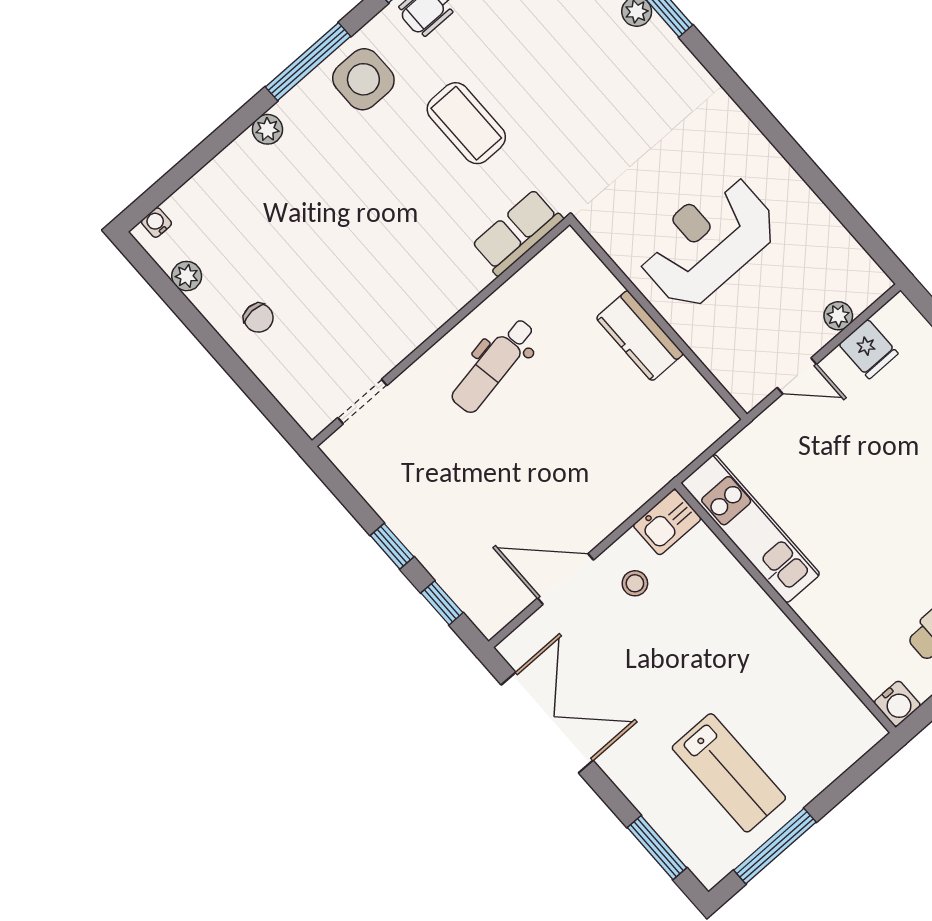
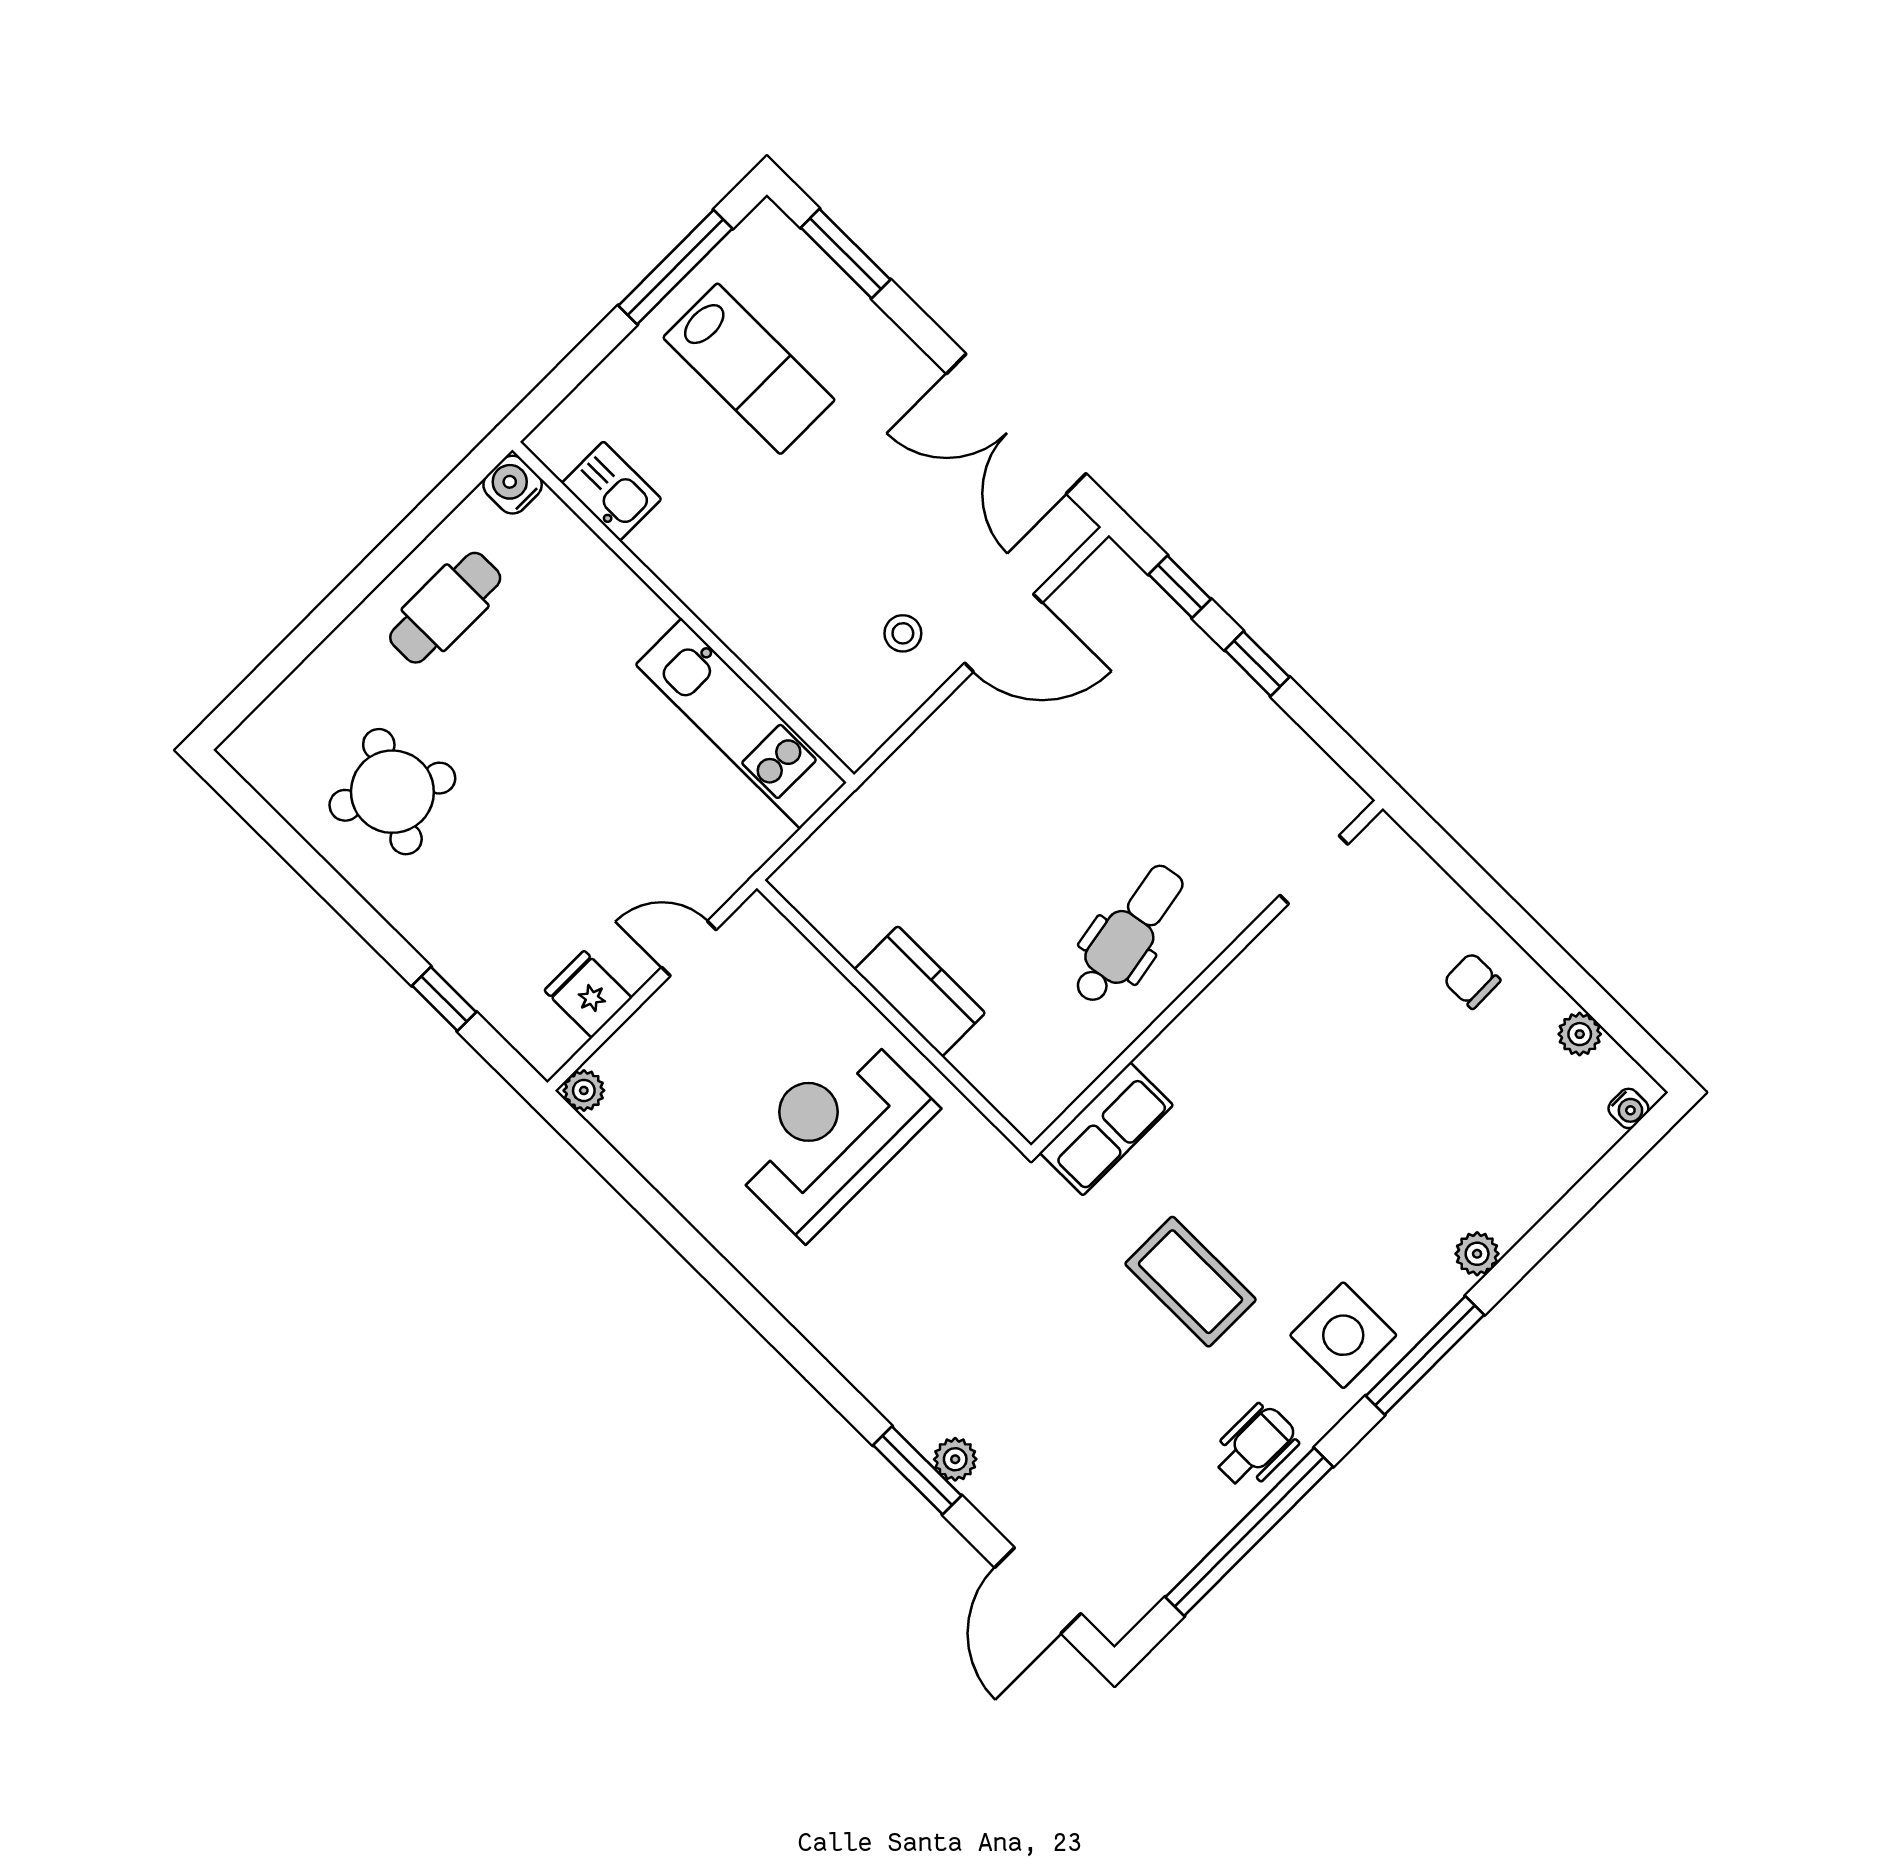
reception desk: (708, 241) -> (831, 1134), turned 180
plant: (838, 316) -> (584, 1090), moved
kitchen sink: (667, 522) -> (612, 491), moved, turned 90
lab bench: (729, 773) -> (749, 369), turned 180

